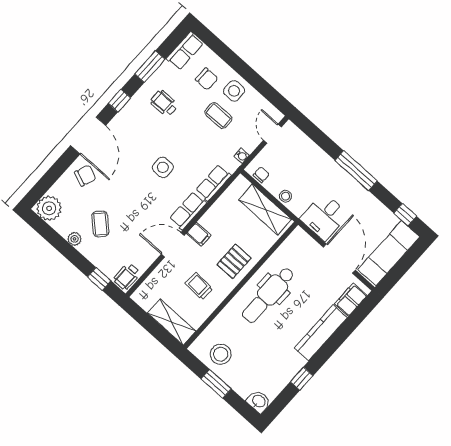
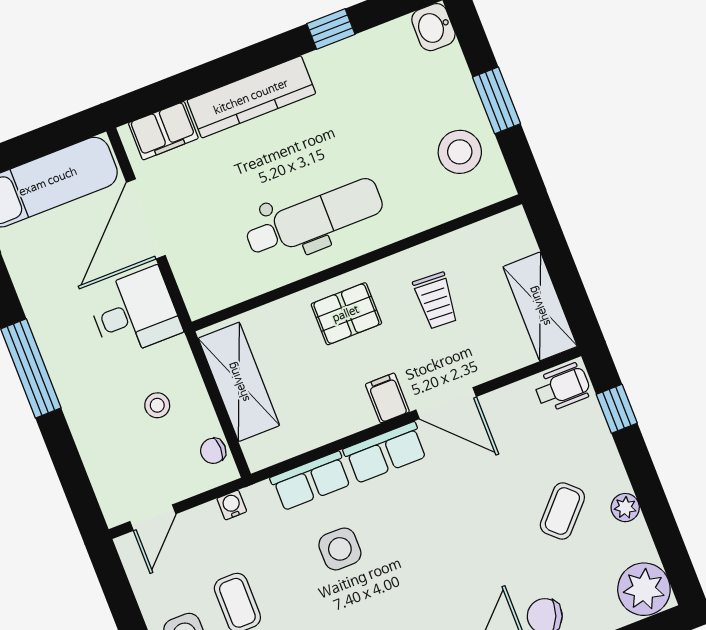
side table: (163, 167) -> (340, 549), moved
stool: (286, 196) -> (157, 405), moved
shelving: (172, 322) -> (540, 306), moved

